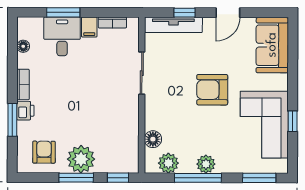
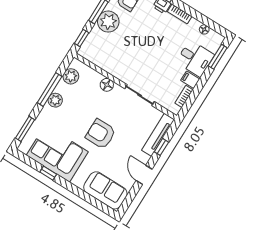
window: (63, 12) -> (218, 57), moved
armchair: (212, 90) -> (101, 134), turned -90
floor lamp: (153, 139) -> (107, 85), moved

